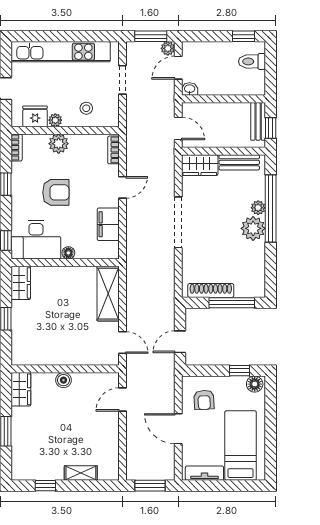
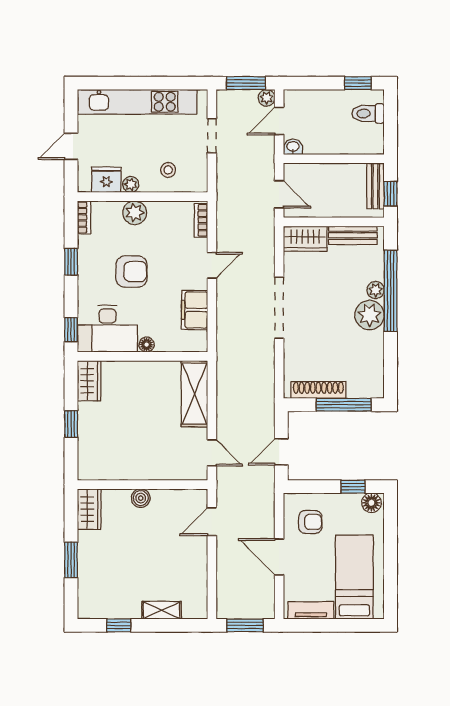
armchair: (204, 400) -> (310, 522), turned -87

